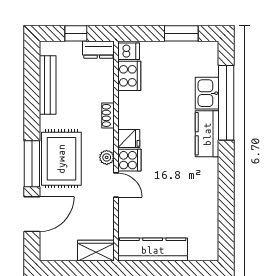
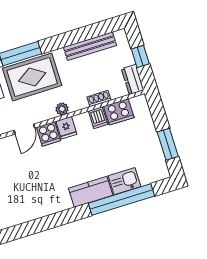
dishwasher: (129, 51) -> (98, 118), moved
shoe rack: (108, 115) -> (99, 99), moved
plant: (107, 157) -> (62, 109), moved

